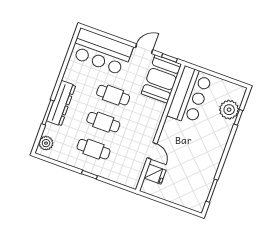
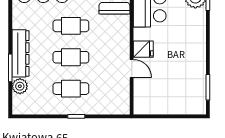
plant: (46, 143) -> (20, 86), moved
fridge: (155, 174) -> (143, 49), moved

